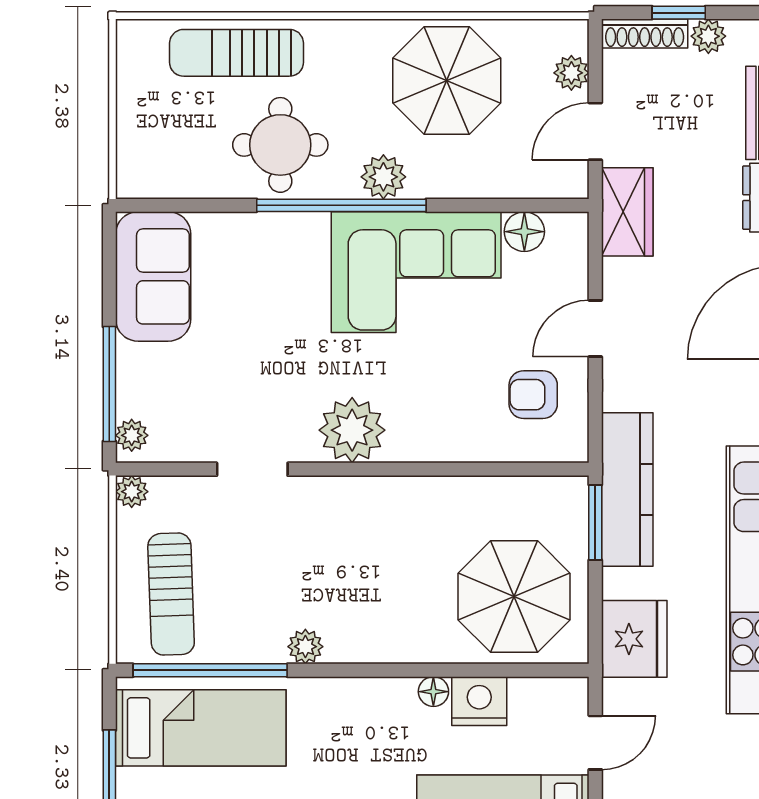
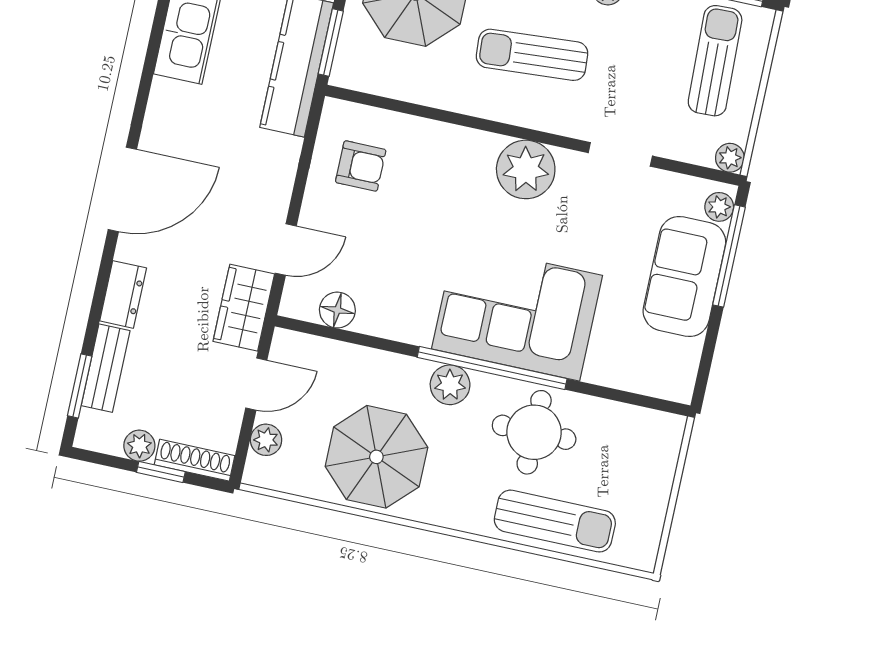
corner sofa: (416, 272) -> (517, 312), moved
sofa: (153, 276) -> (684, 276), moved
door: (595, 328) -> (286, 250), moved
sun lounger: (372, 557) -> (532, 55), added

